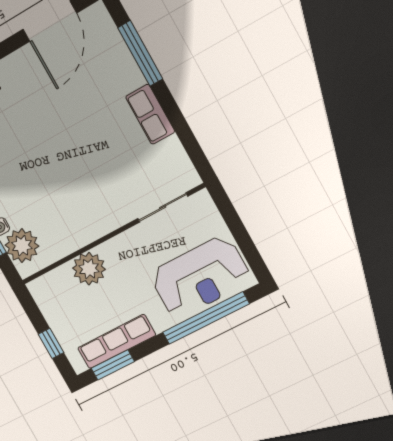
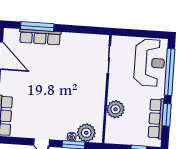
row of seats: (150, 114) -> (40, 37), moved, width x1.48
window: (113, 365) -> (167, 115), moved

